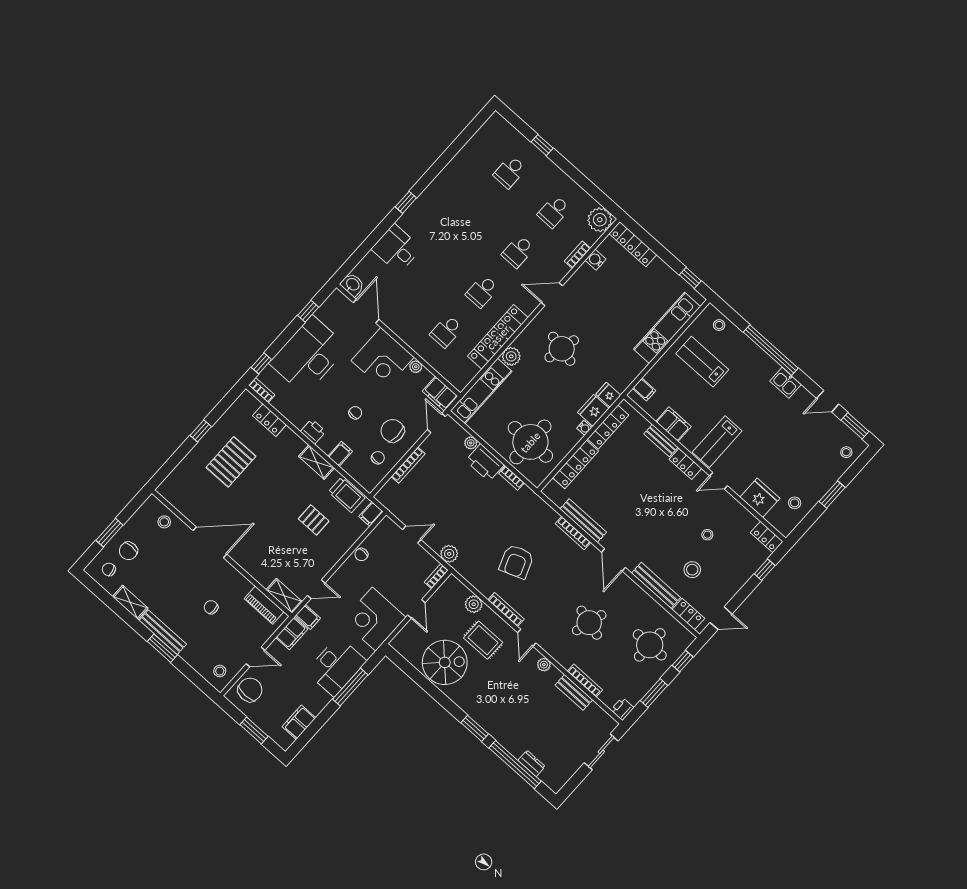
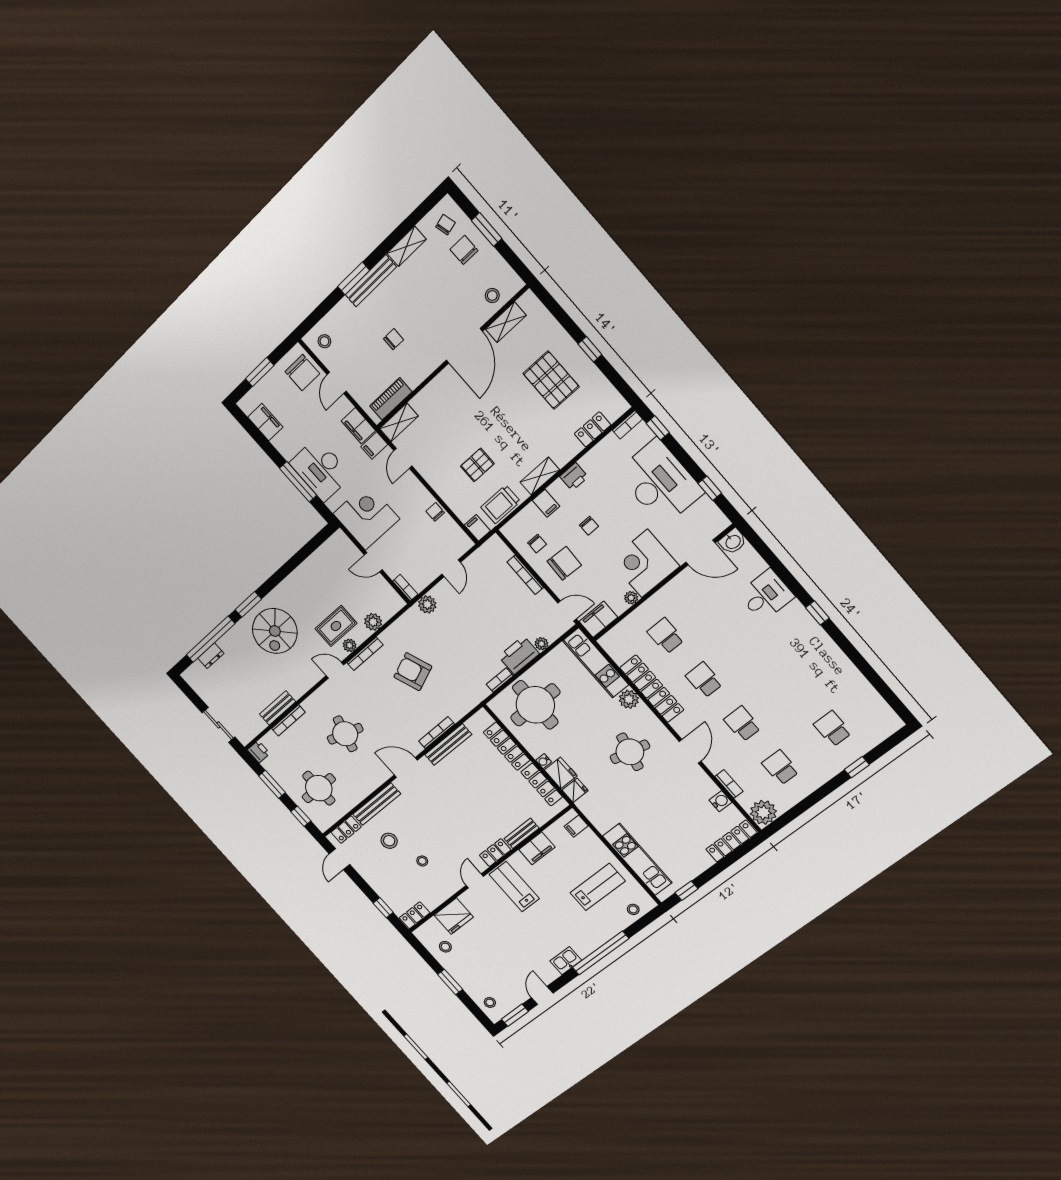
shelving: (186, 507) -> (506, 322), added
spiral stairs: (445, 662) -> (275, 631), moved
plant: (544, 665) -> (350, 645), moved

